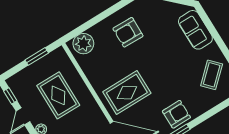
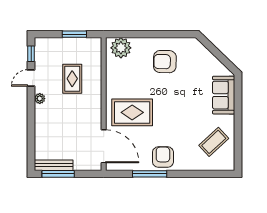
rug: (58, 95) -> (72, 79), width x0.73, depth x0.70
armchair: (176, 114) -> (163, 157), turned -90

